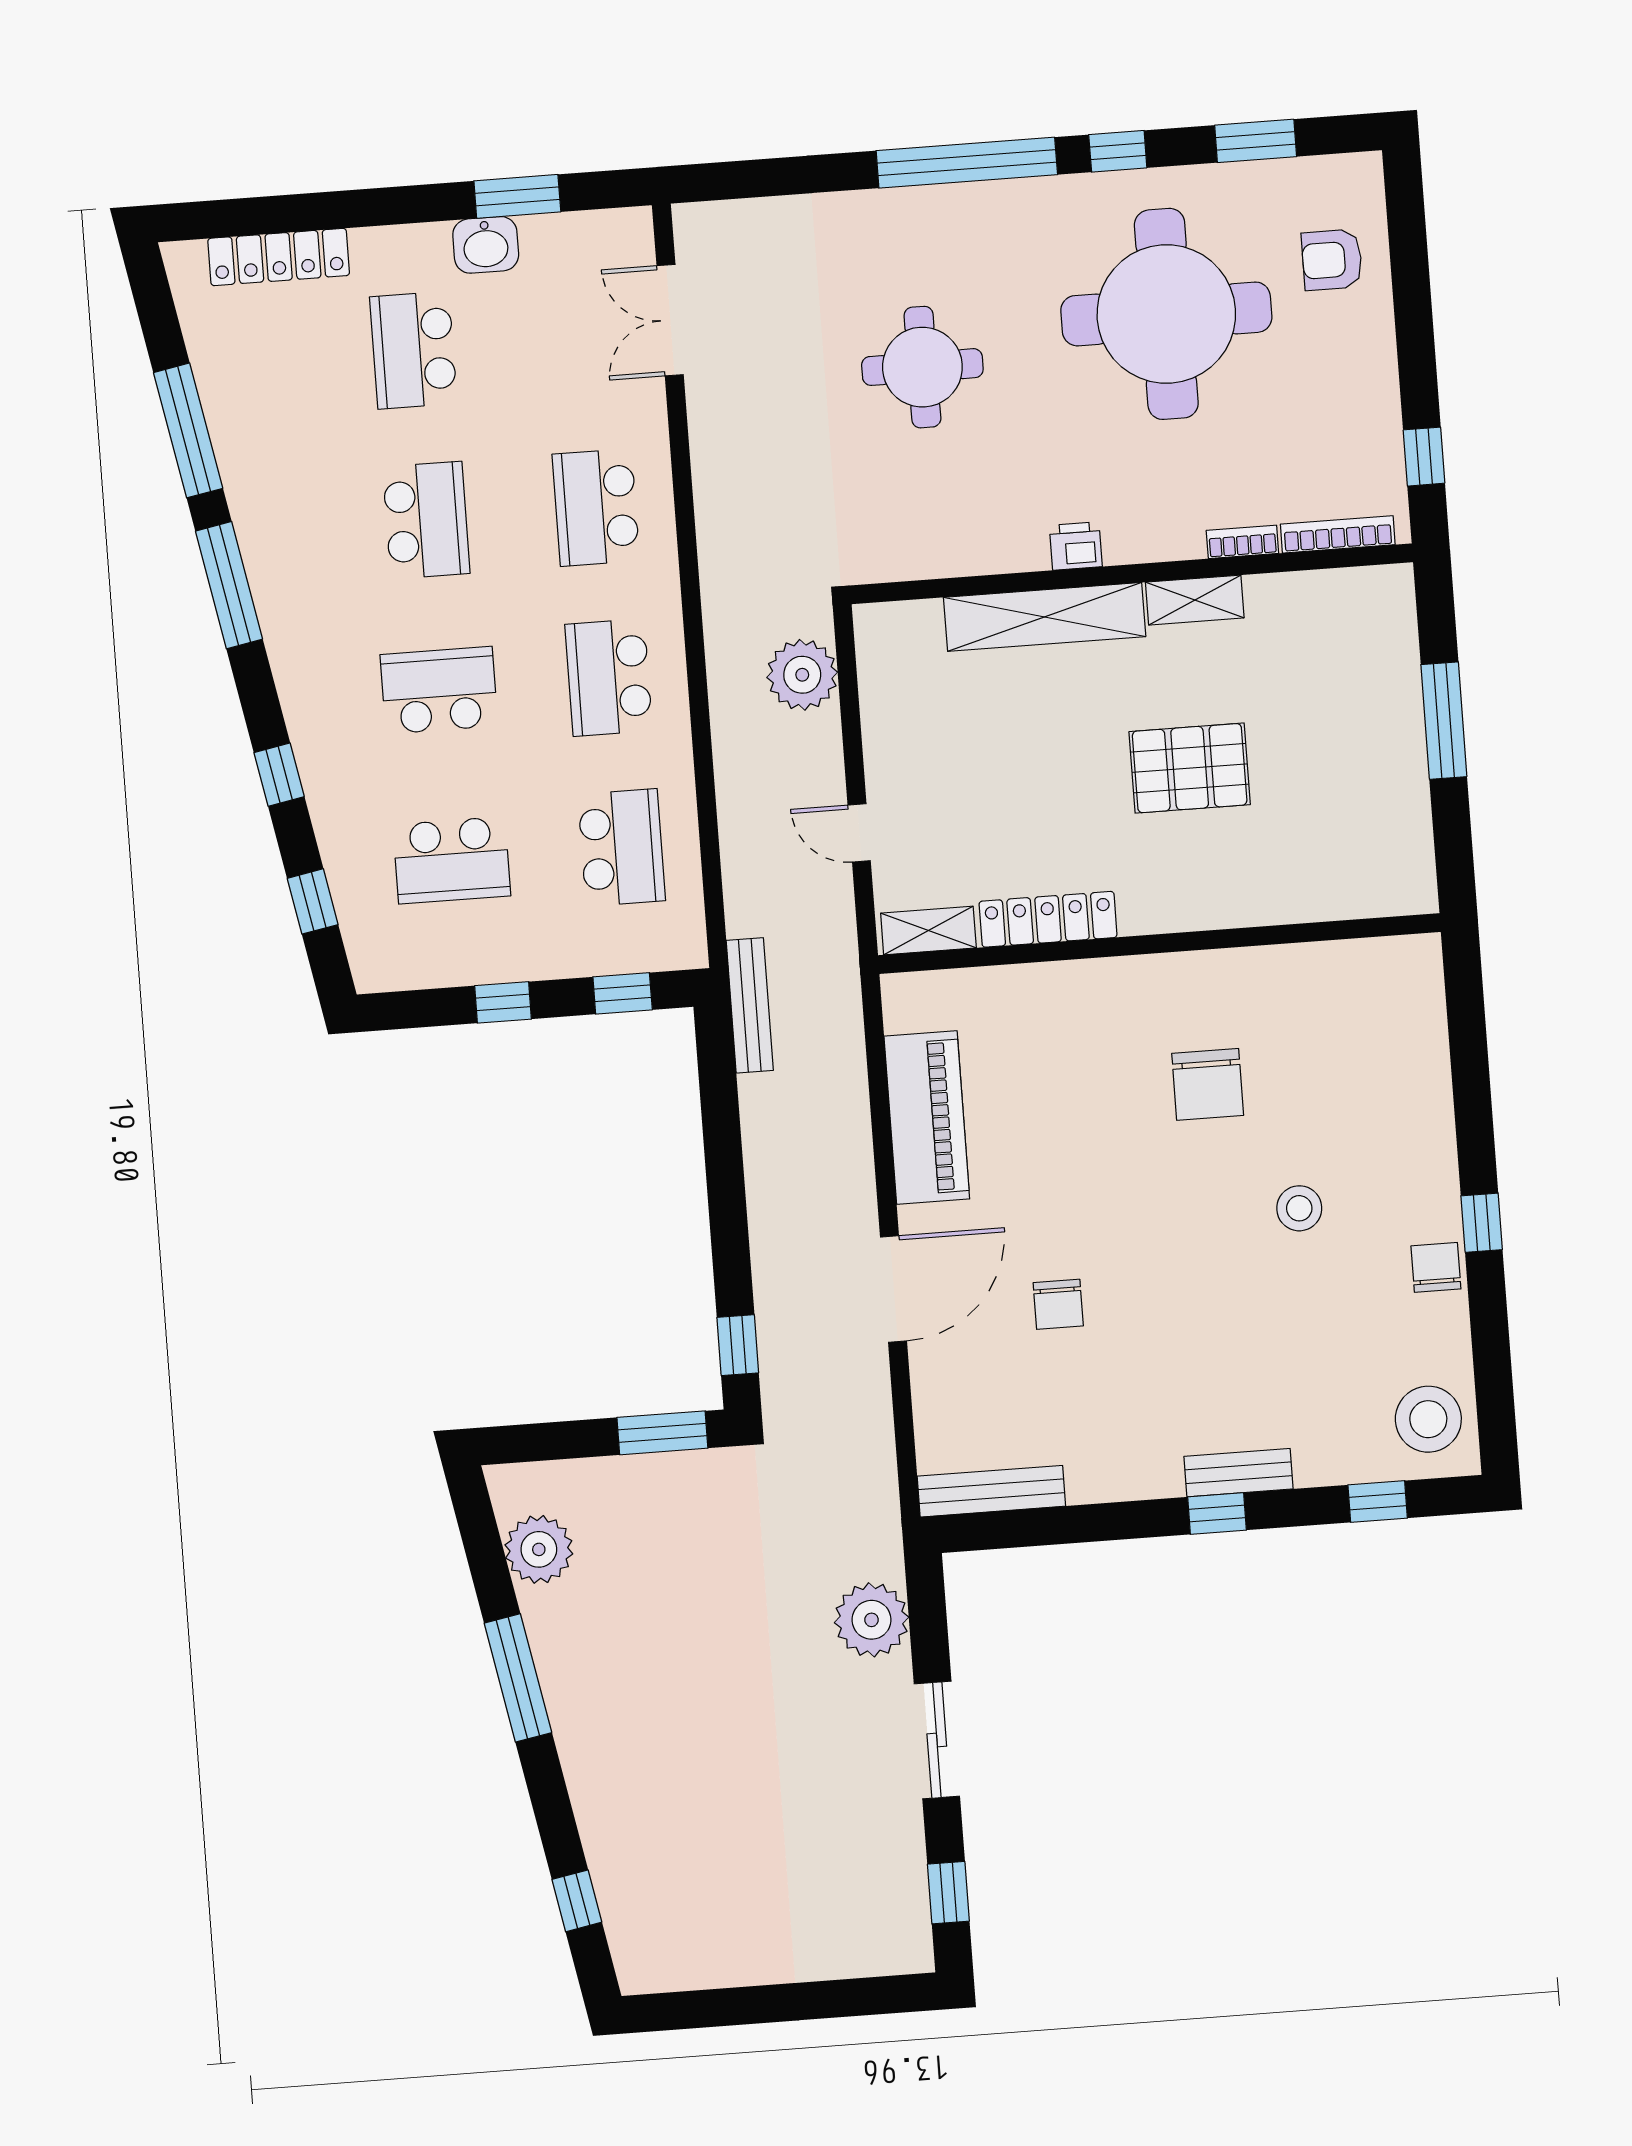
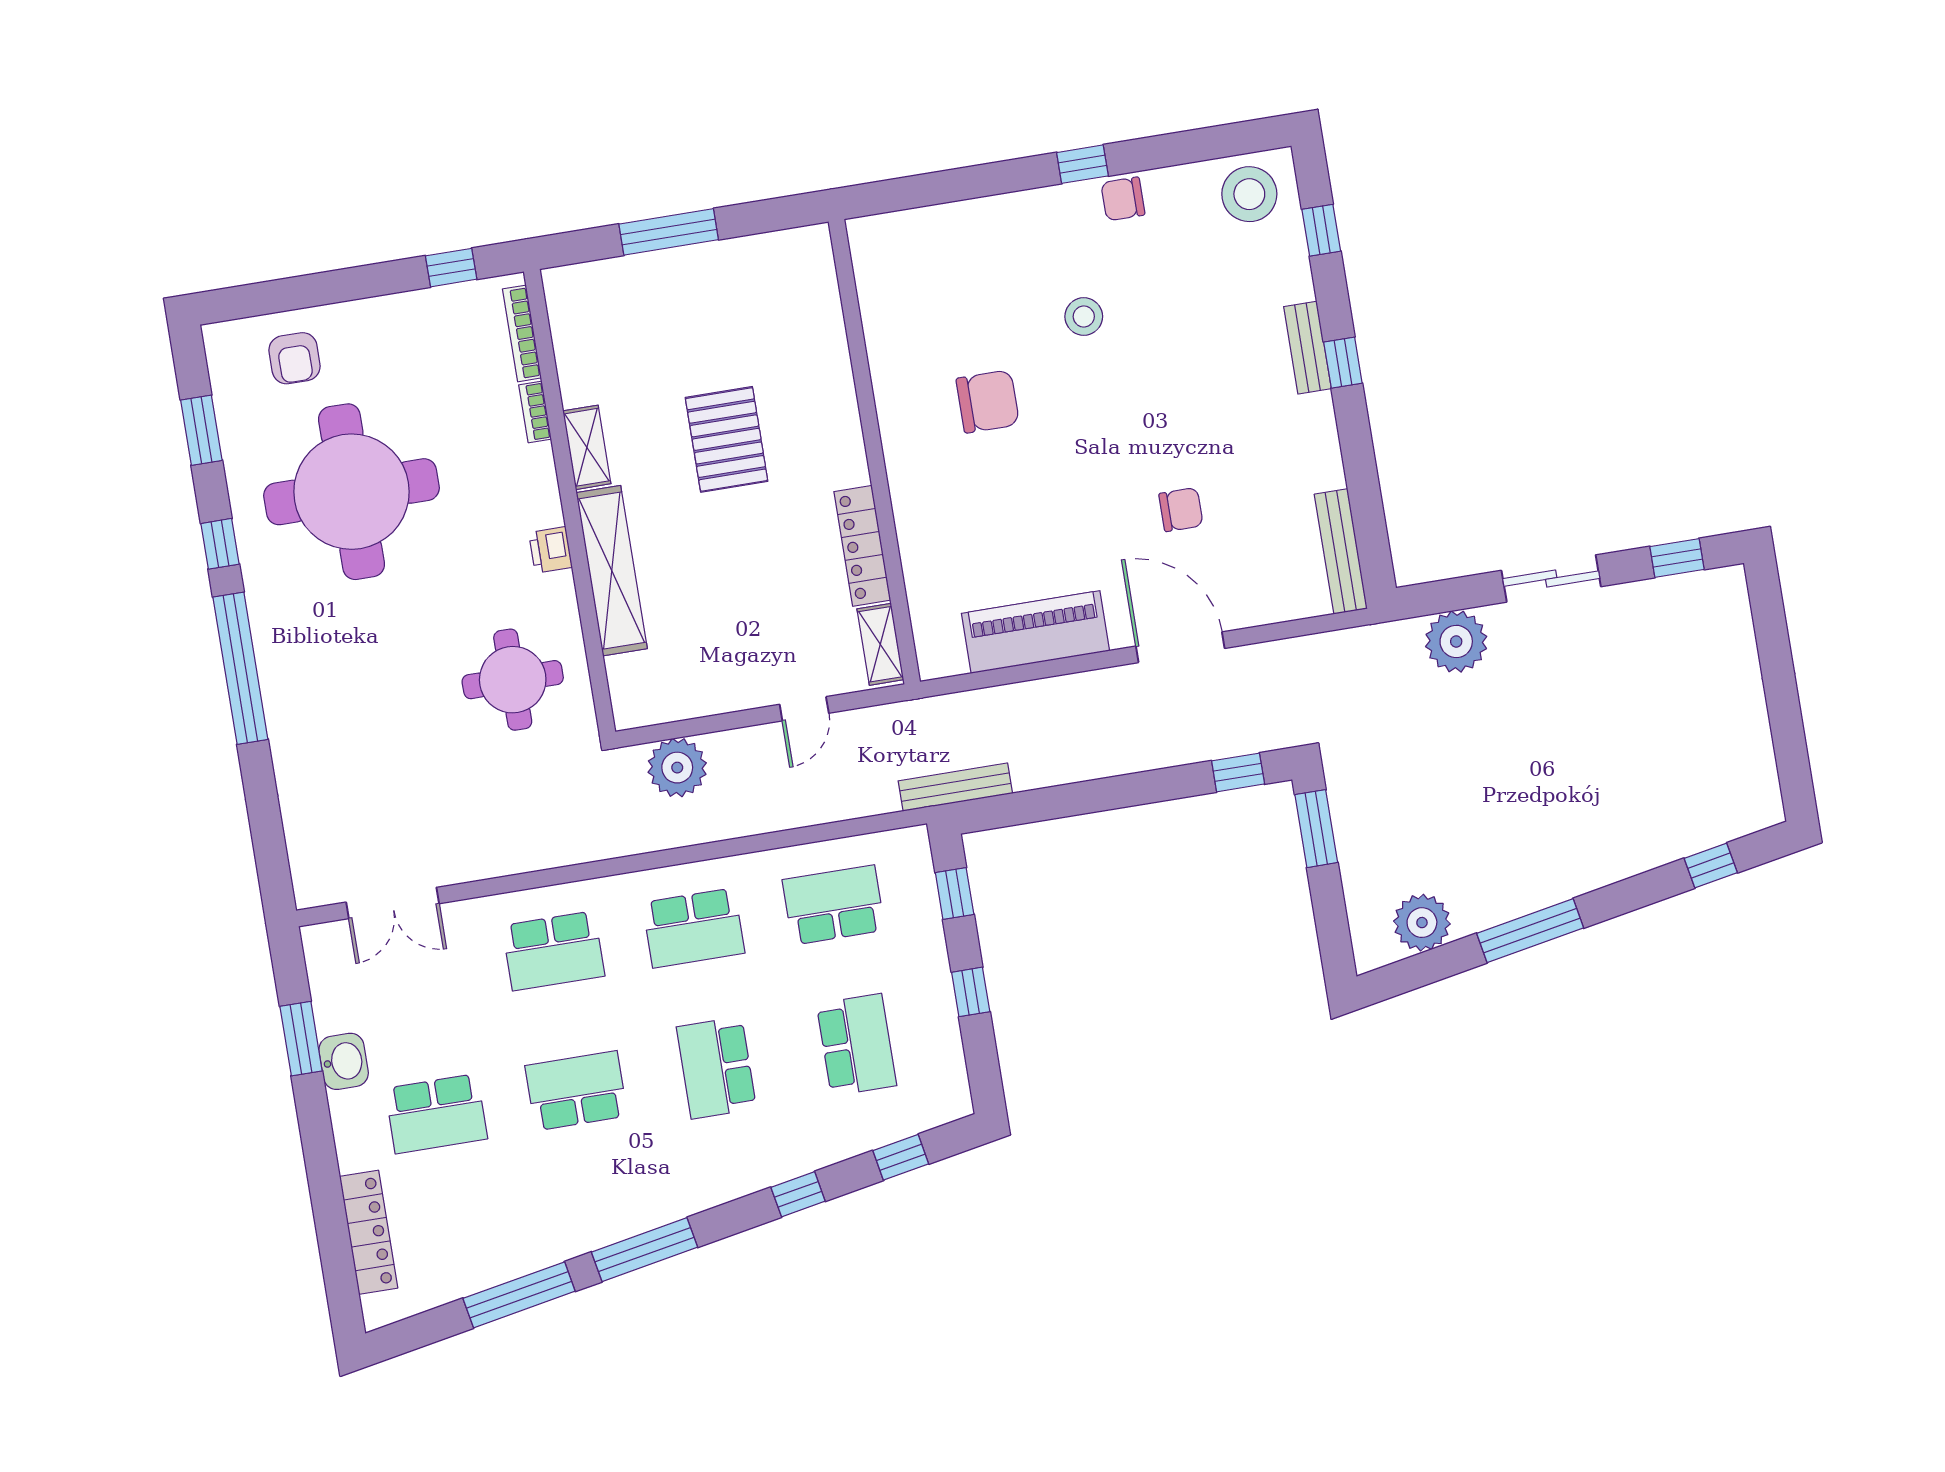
round table: (922, 367) -> (513, 680), moved

